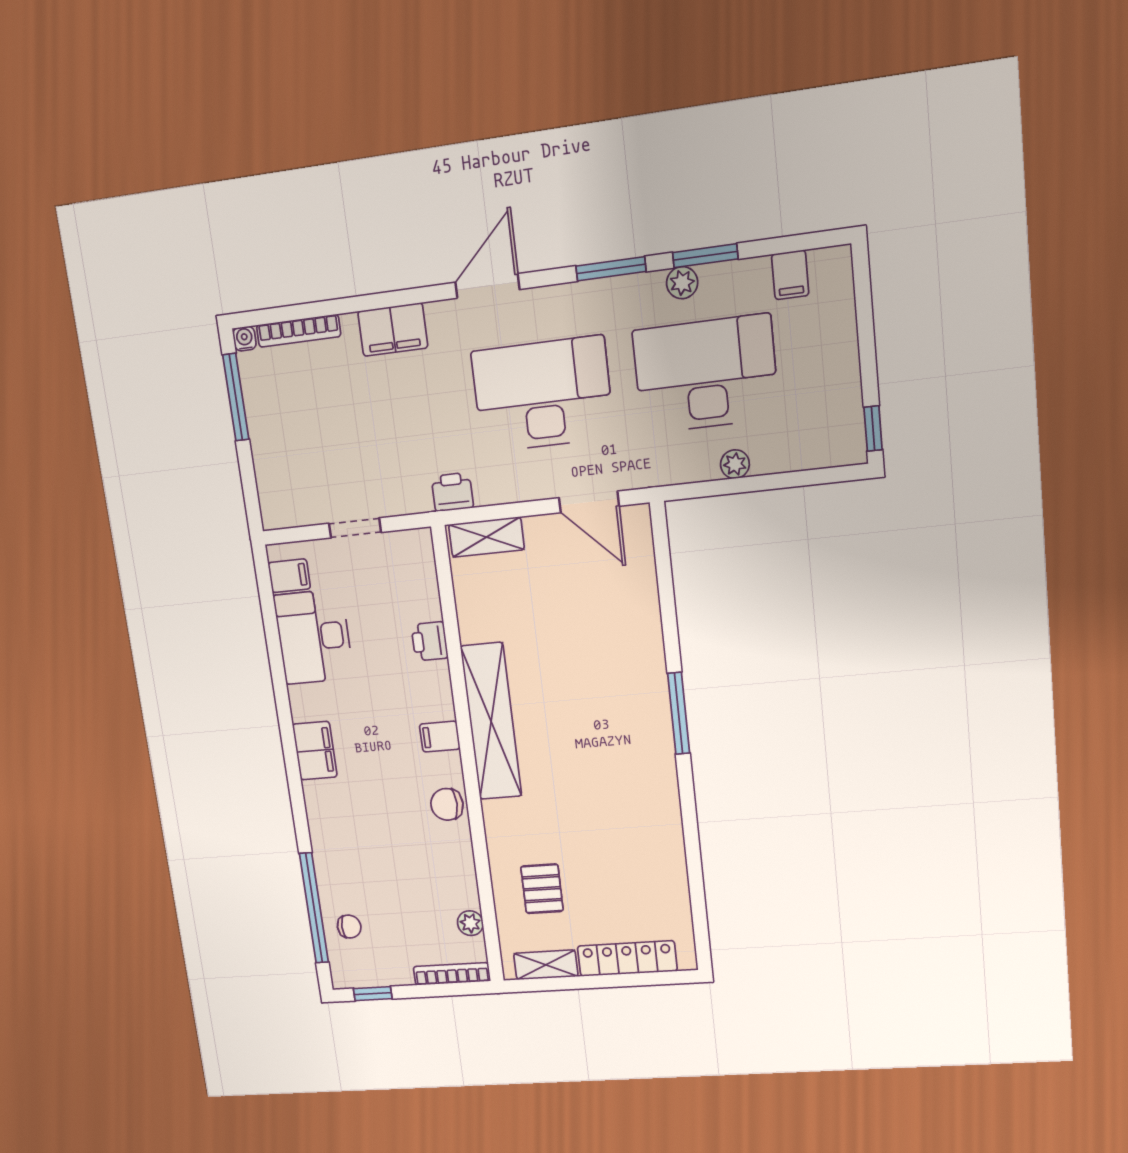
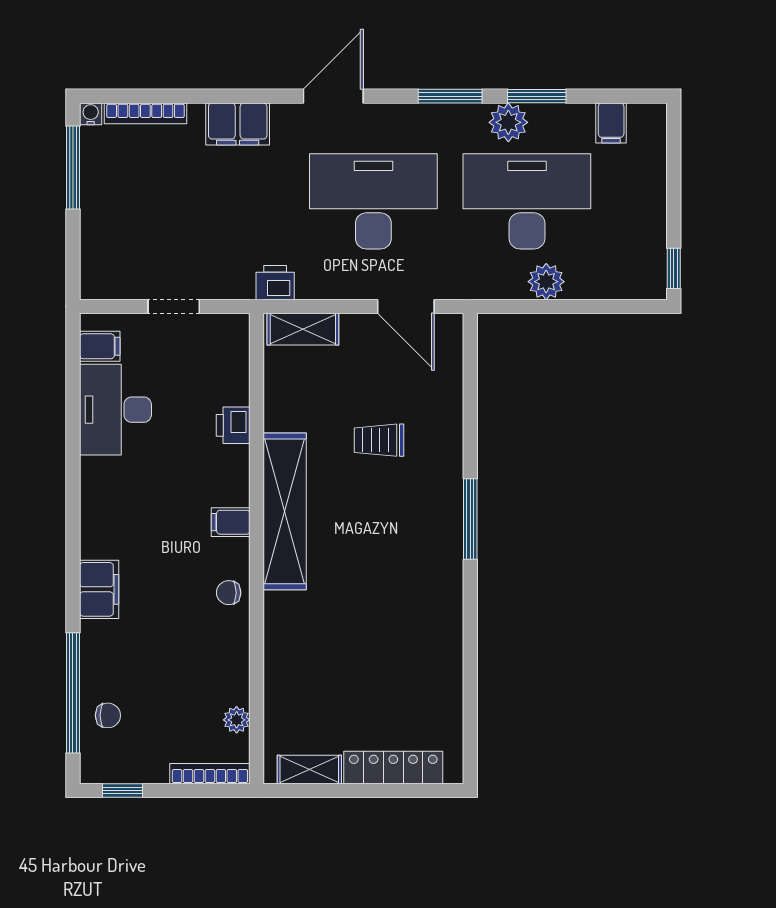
plant: (682, 283) -> (508, 122), width x1.38, depth x1.38
plant: (735, 464) -> (546, 282), width x1.38, depth x1.38
trolley: (577, 642) -> (379, 440), added
filing cabinet: (315, 751) -> (99, 589), moved
chair: (447, 804) -> (229, 593), width x0.73, depth x0.73
pallet: (542, 889) -> (315, 688), removed

